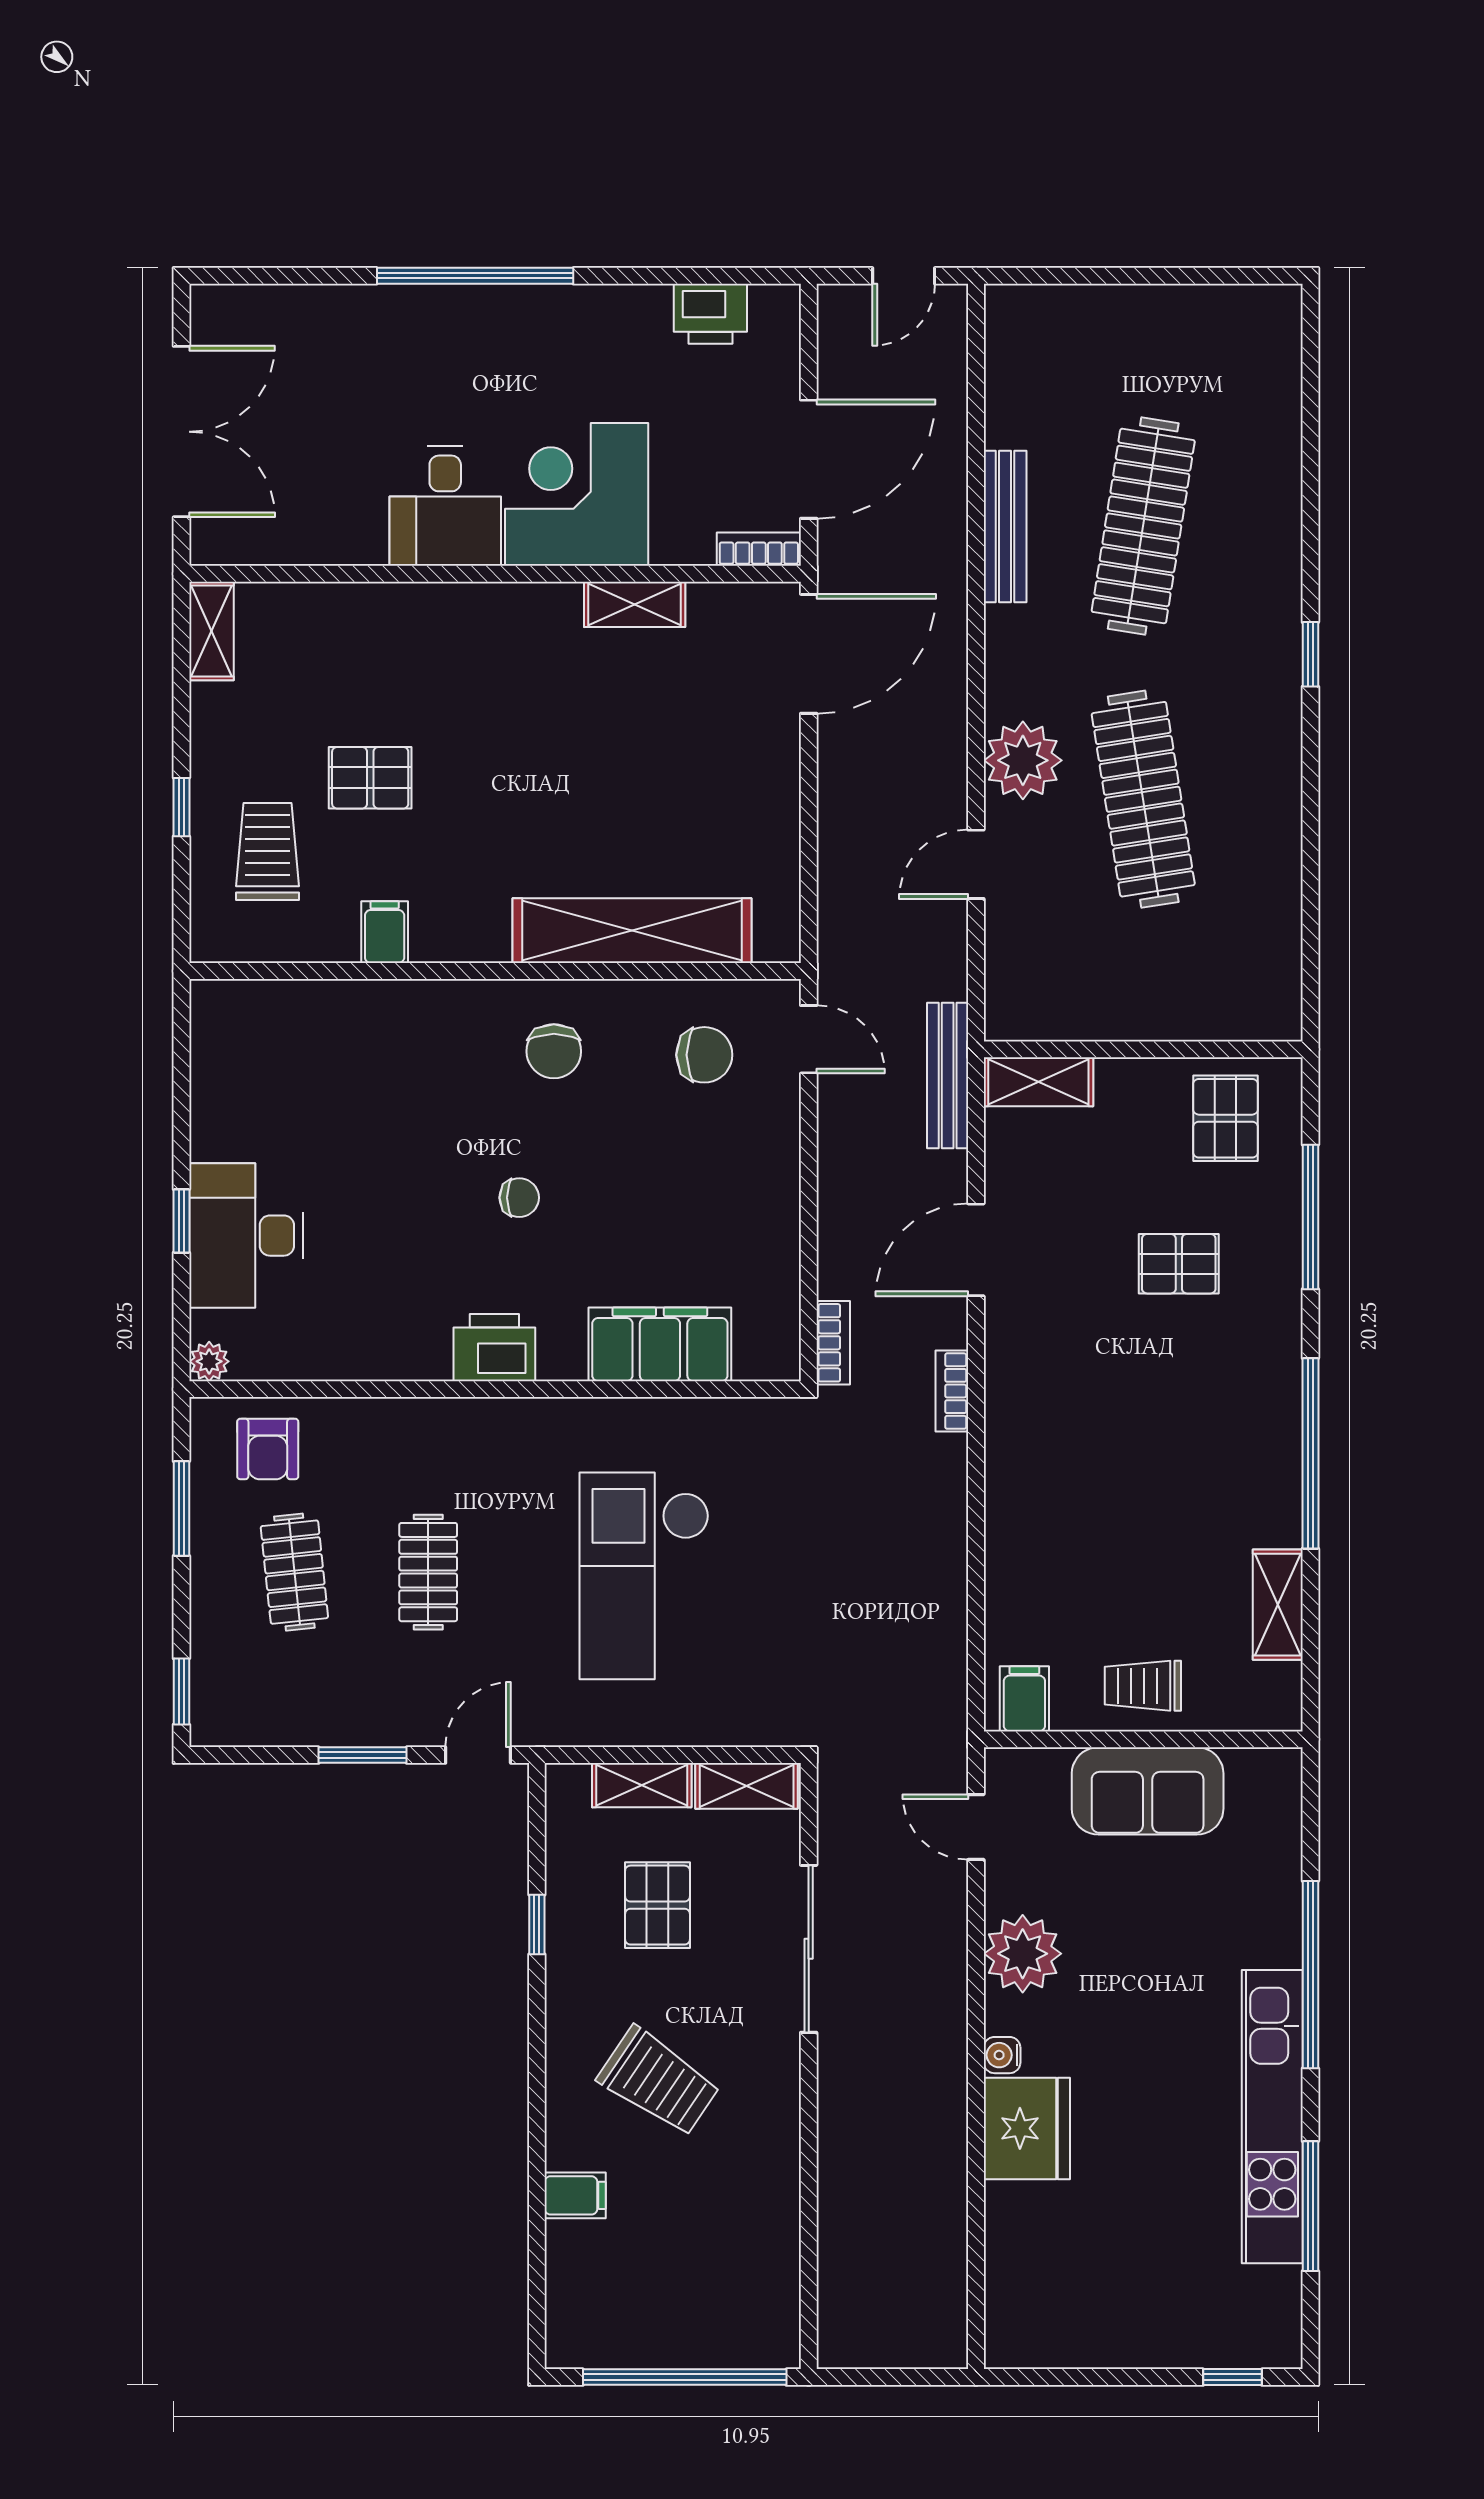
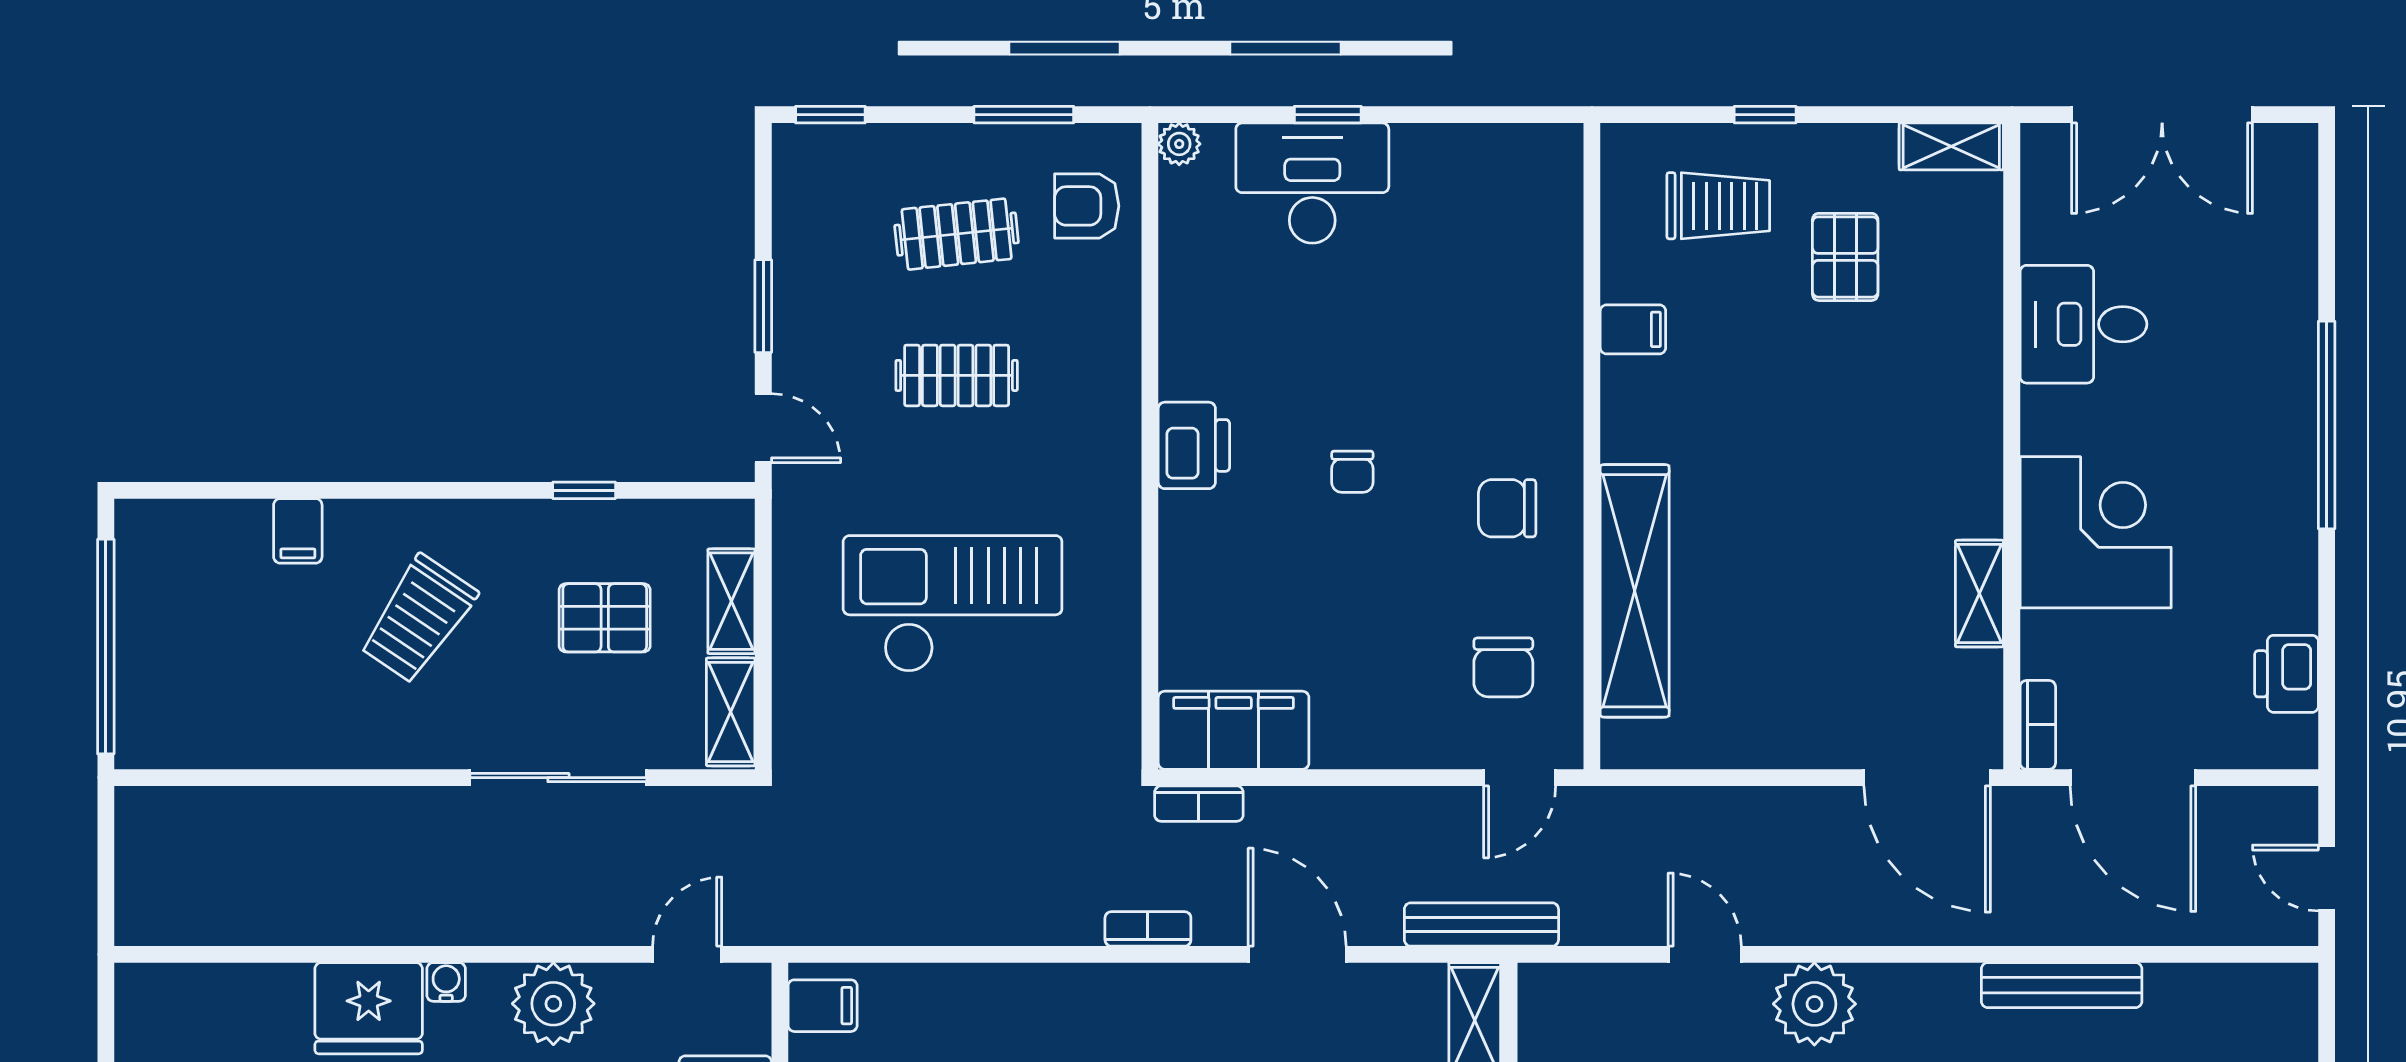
desk: (445, 506) -> (2083, 324), moved
pallet: (370, 778) -> (1845, 257), moved
filing cabinet: (660, 1344) -> (1234, 730), moved, turned -90

